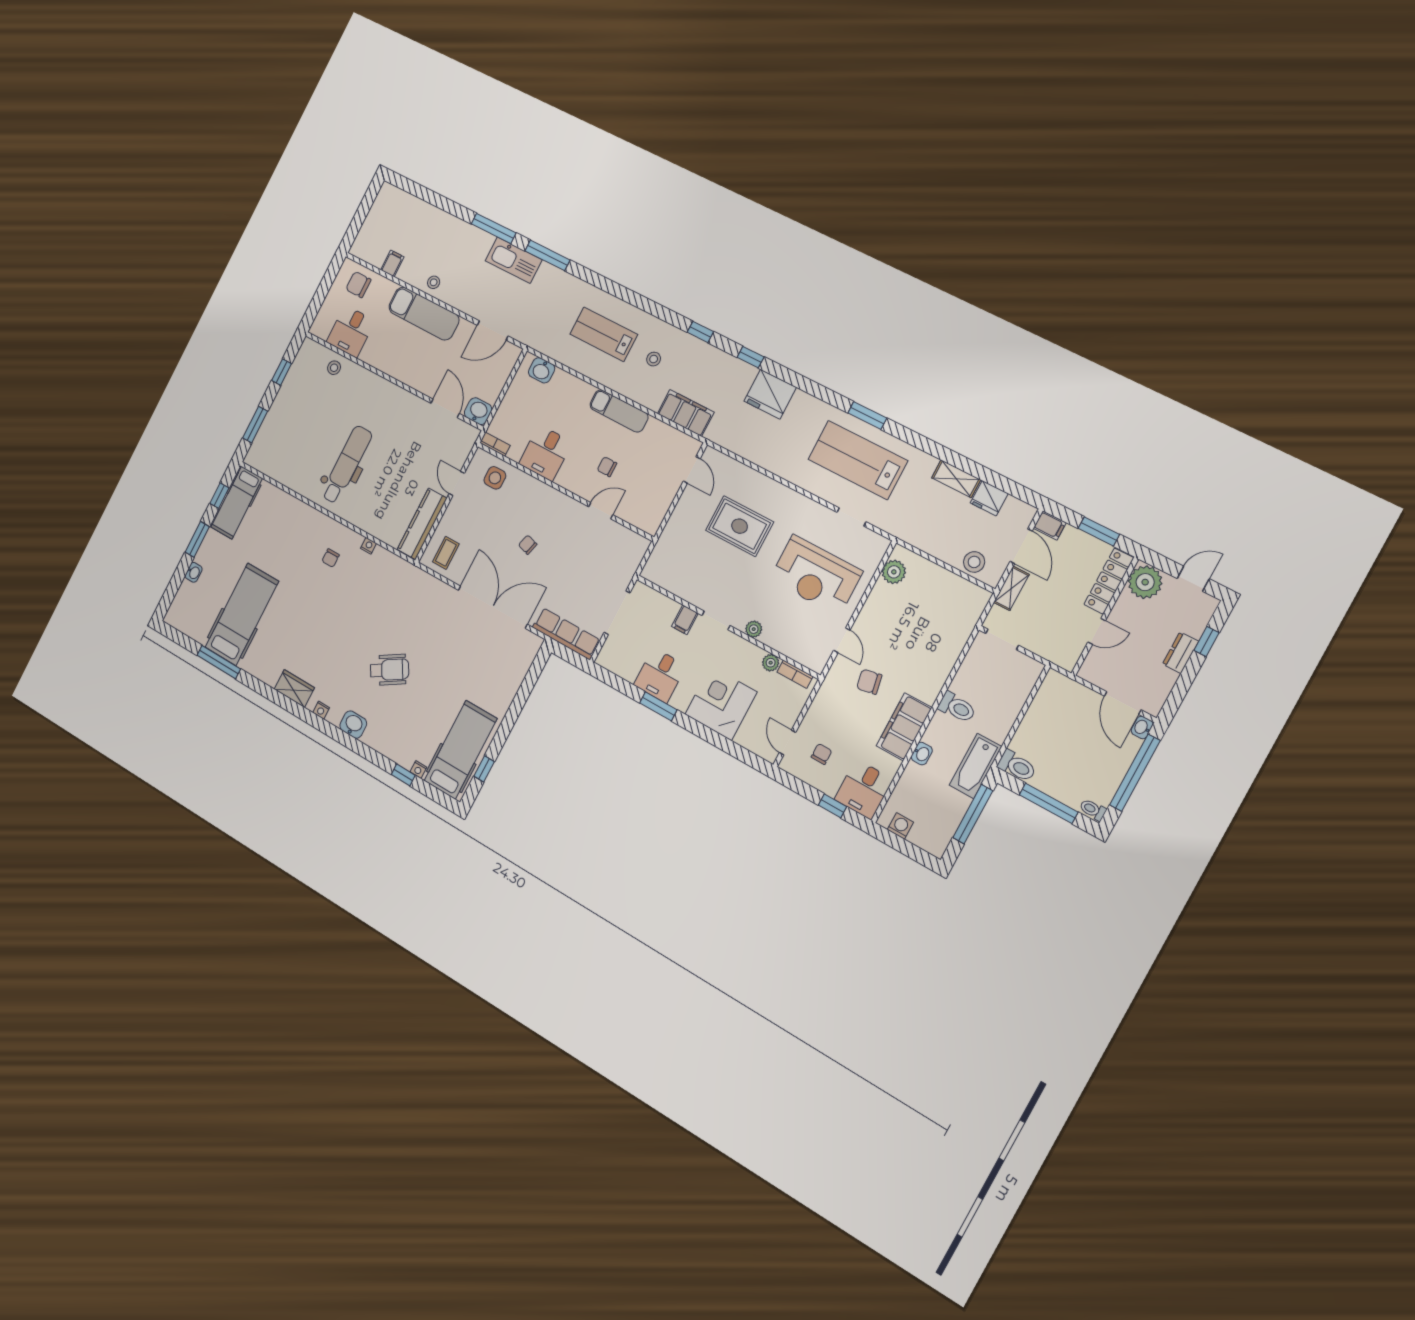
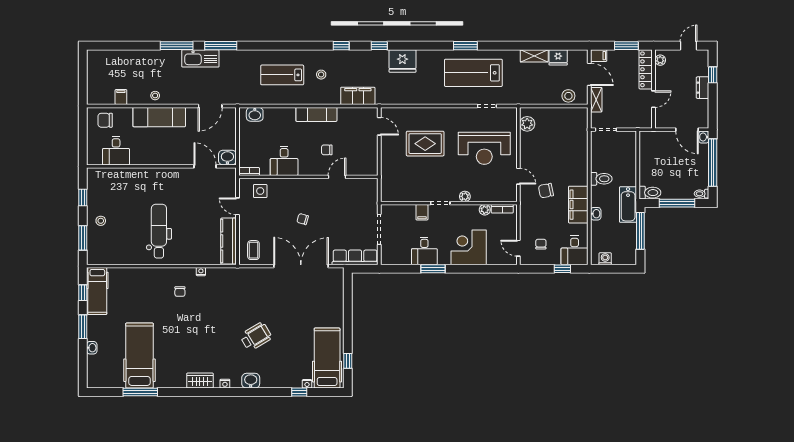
stool: (334, 368) -> (101, 221), moved
plant: (1145, 582) -> (660, 60), width x0.53, depth x0.53

